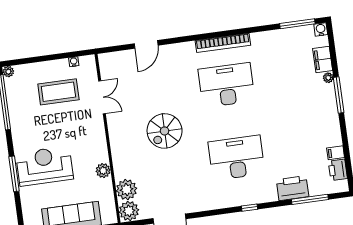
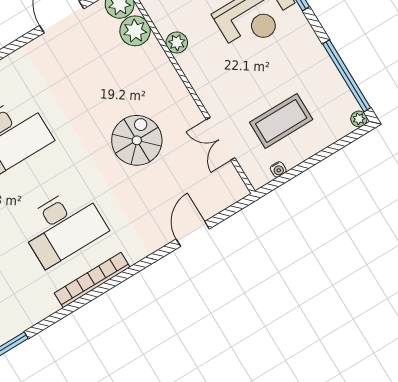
spiral stairs: (165, 131) -> (137, 140), moved

